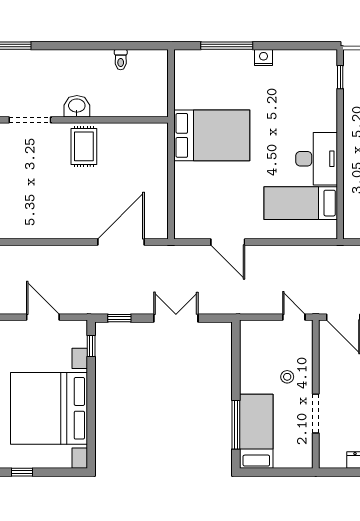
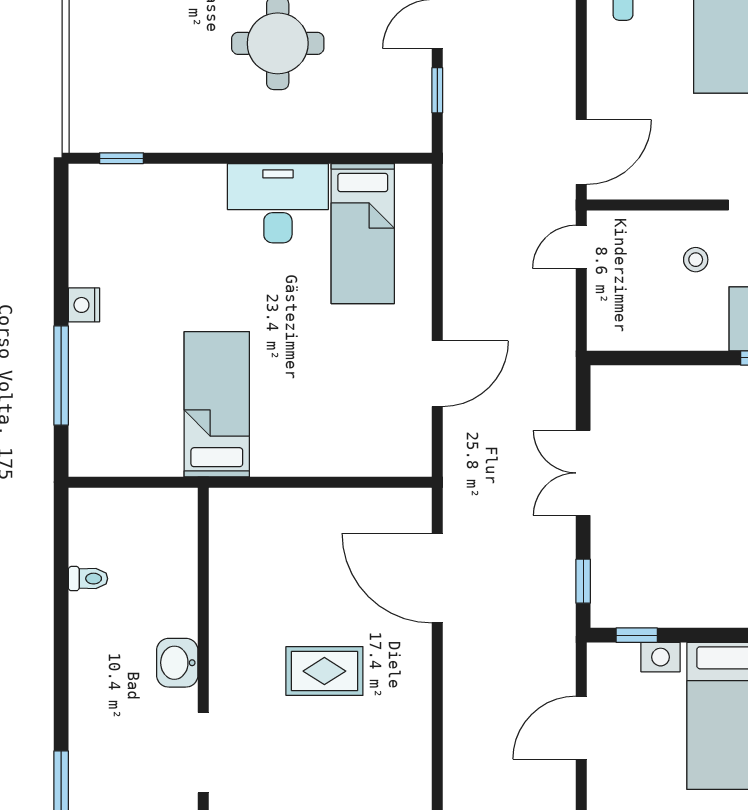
bed: (212, 135) -> (217, 404), width x0.67
rug: (84, 146) -> (324, 671), moved

